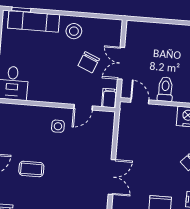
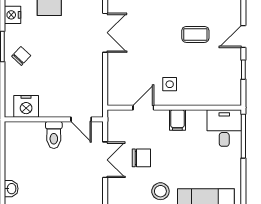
chair: (89, 62) -> (141, 158), turned 67
filing cabinet: (109, 98) -> (177, 120), moved
double door: (112, 177) -> (105, 33), swing flipped

